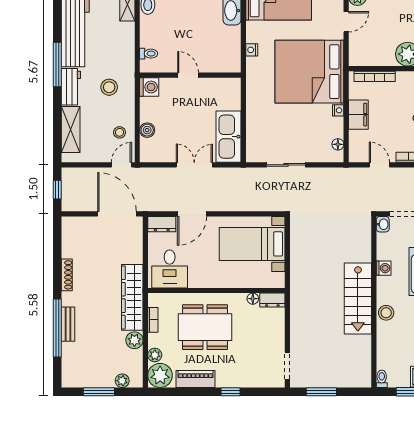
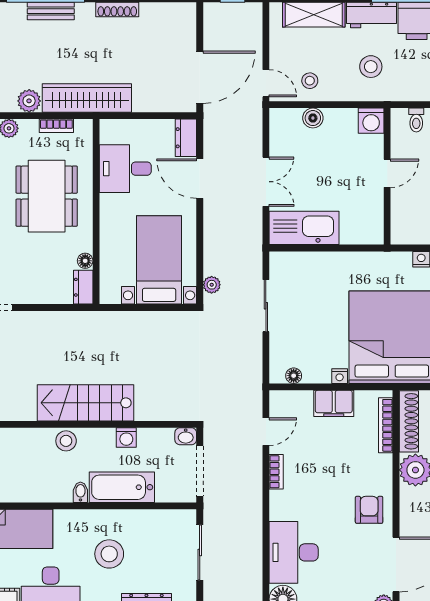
shoe rack: (372, 59) -> (409, 421), added
plant: (271, 205) -> (212, 285), added
desk: (170, 269) -> (125, 169), moved

